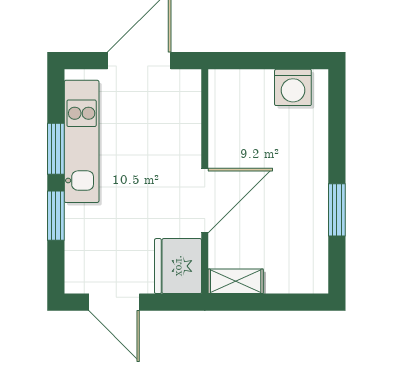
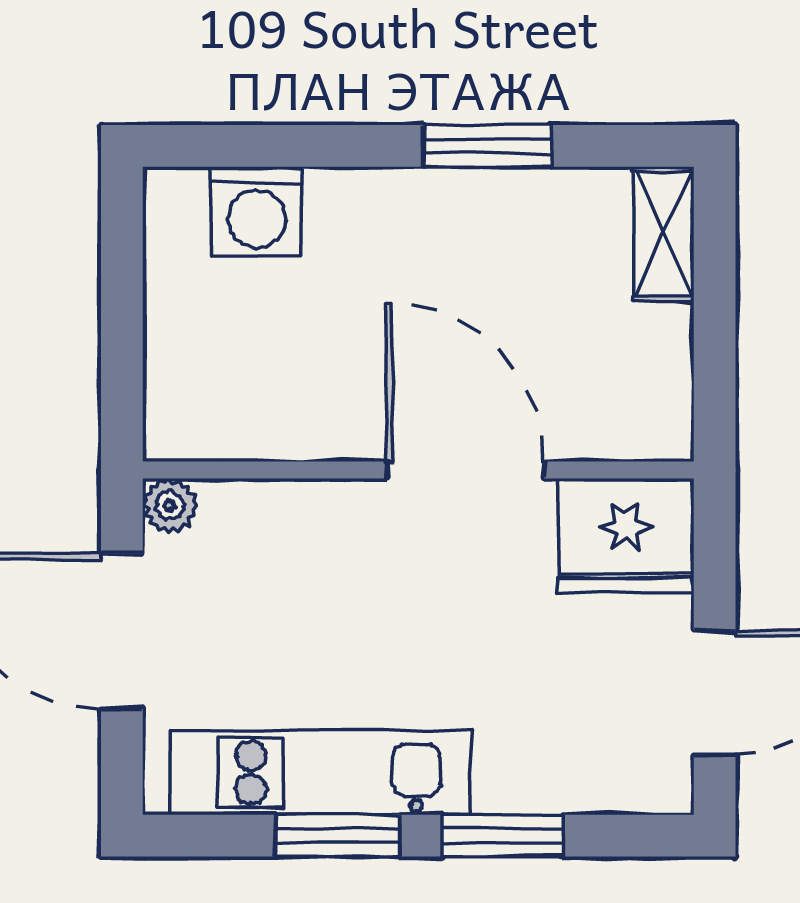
plant: (190, 80) -> (170, 505), added
washing machine: (293, 87) -> (257, 211), moved, turned 90
shelving: (236, 281) -> (664, 234), moved

